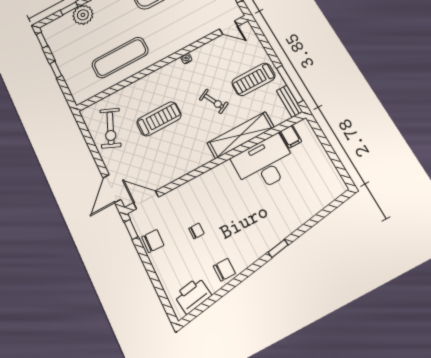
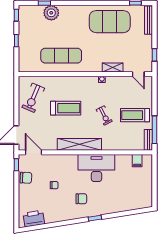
shelving: (192, 37) -> (113, 68), added
shelving: (241, 135) -> (79, 144), moved
desk: (264, 164) -> (96, 168), moved
chair: (224, 270) -> (81, 199), moved

